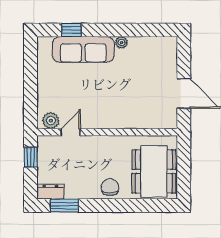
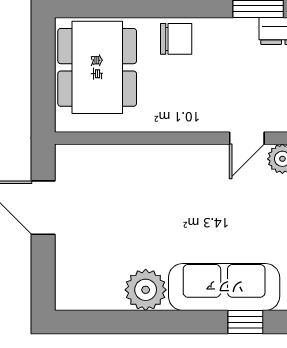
plant: (121, 42) -> (146, 290), width x1.88, depth x1.88
chair: (110, 187) -> (176, 39), turned -90

